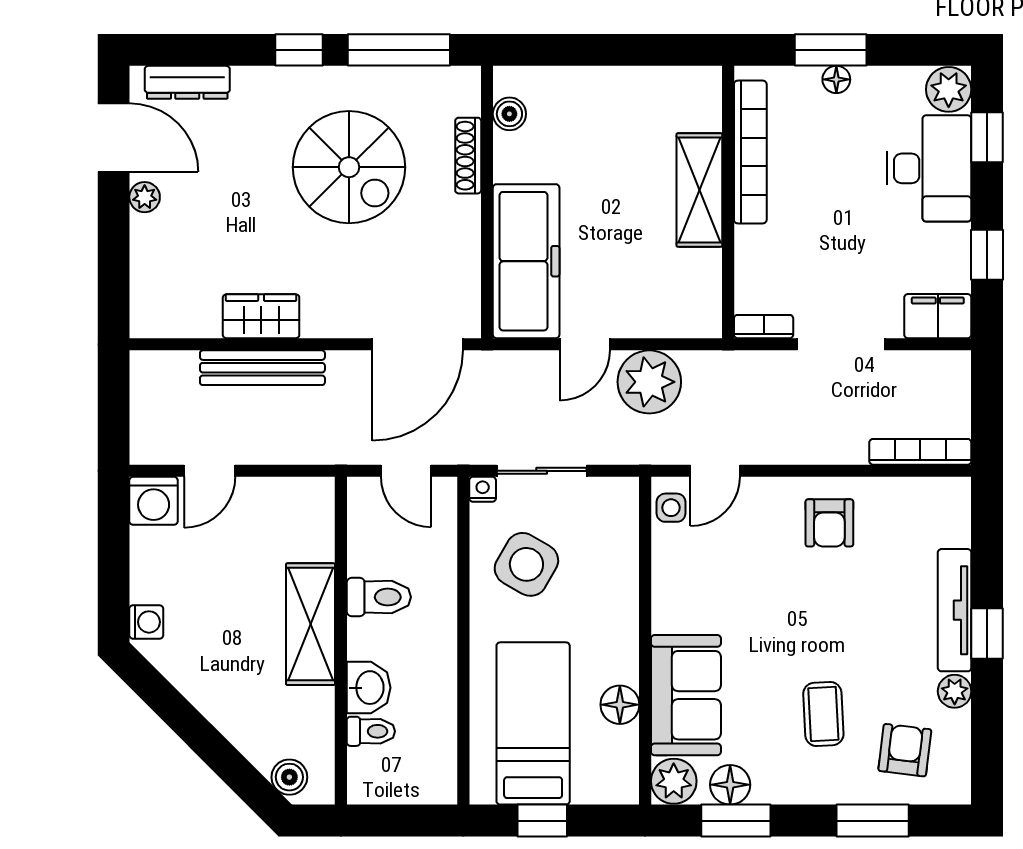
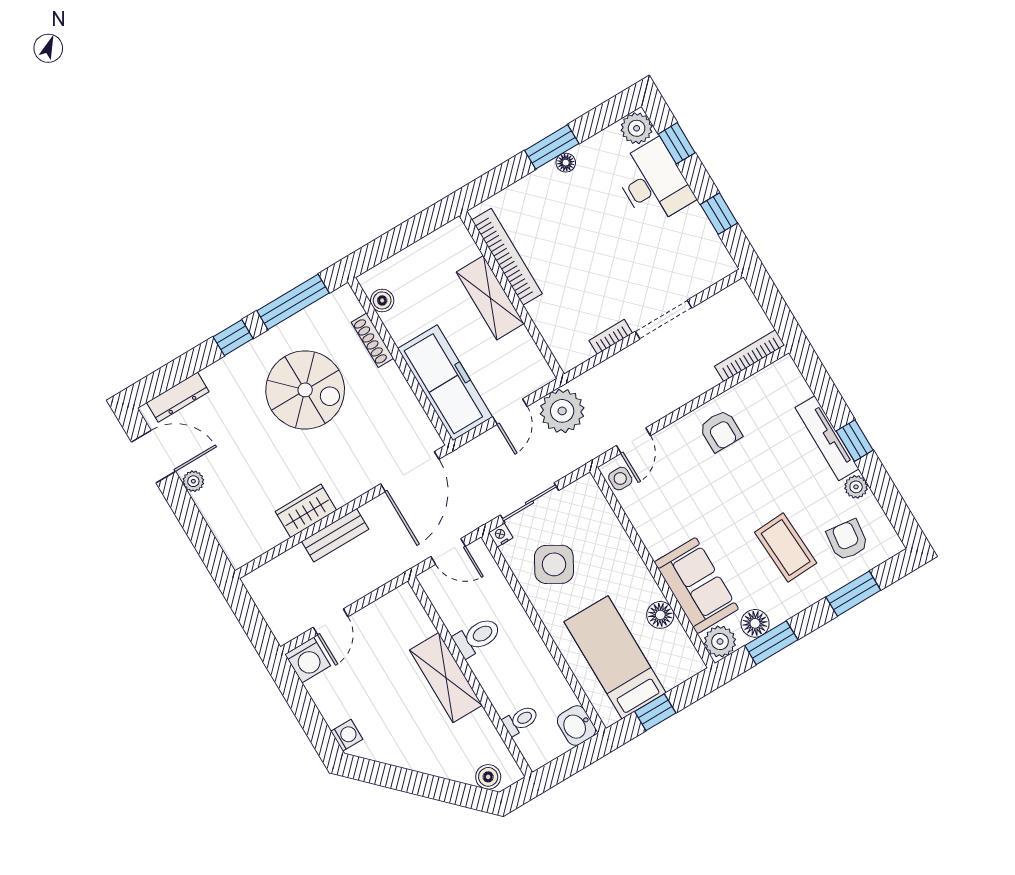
bookcase: (750, 152) -> (507, 257), moved
shelving: (699, 190) -> (490, 298), moved
wall: (728, 202) -> (512, 295), moved
filing cabinet: (938, 316) -> (711, 268), removed
bench: (262, 368) -> (335, 535), width x0.73
washbasin: (369, 688) -> (576, 726), moved, turned 180
coffee table: (823, 714) -> (786, 548), width x1.36, depth x1.30

